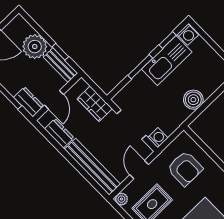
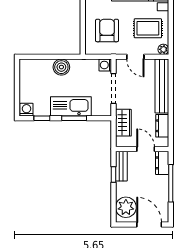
plant: (35, 47) -> (126, 207), moved
kitchen sink: (167, 61) -> (71, 106), moved
door: (54, 100) -> (146, 149), hinge flipped
door: (139, 170) -> (135, 57), hinge flipped

